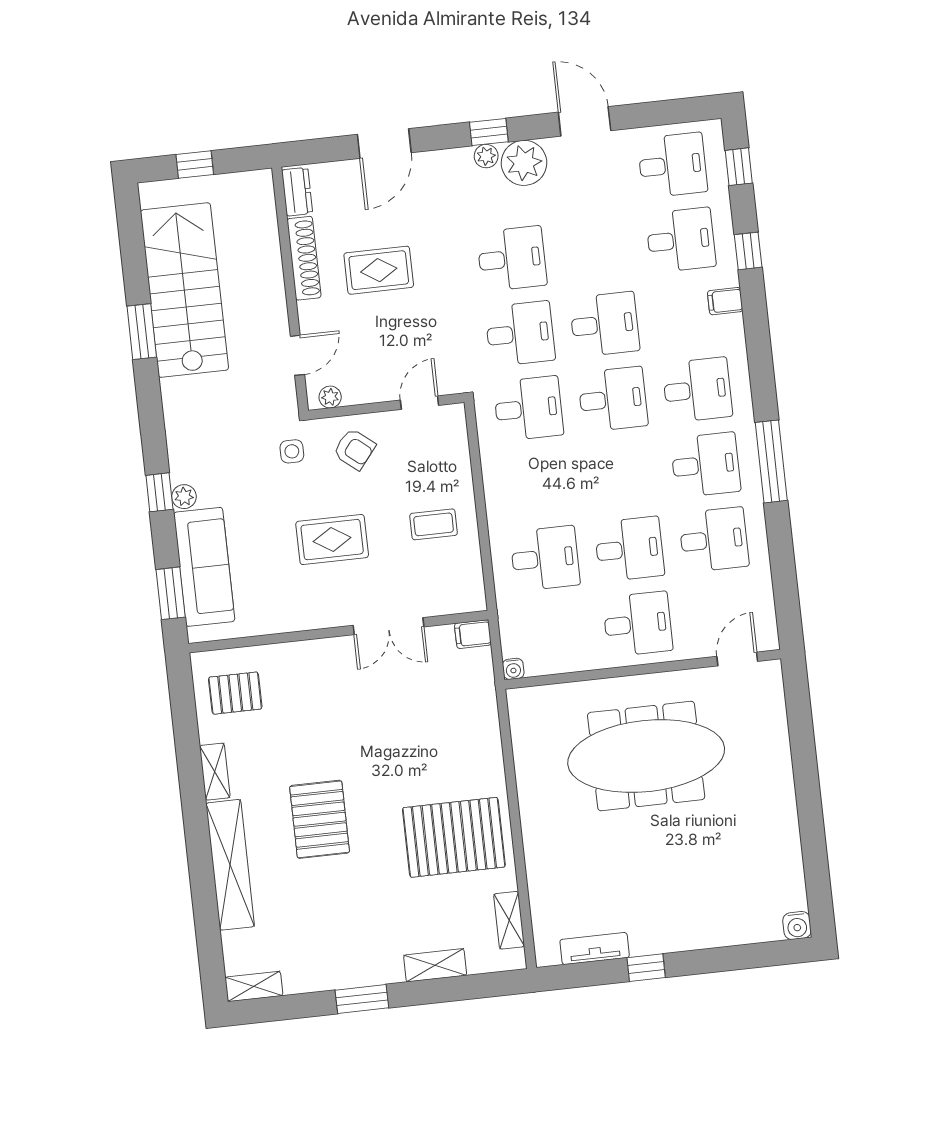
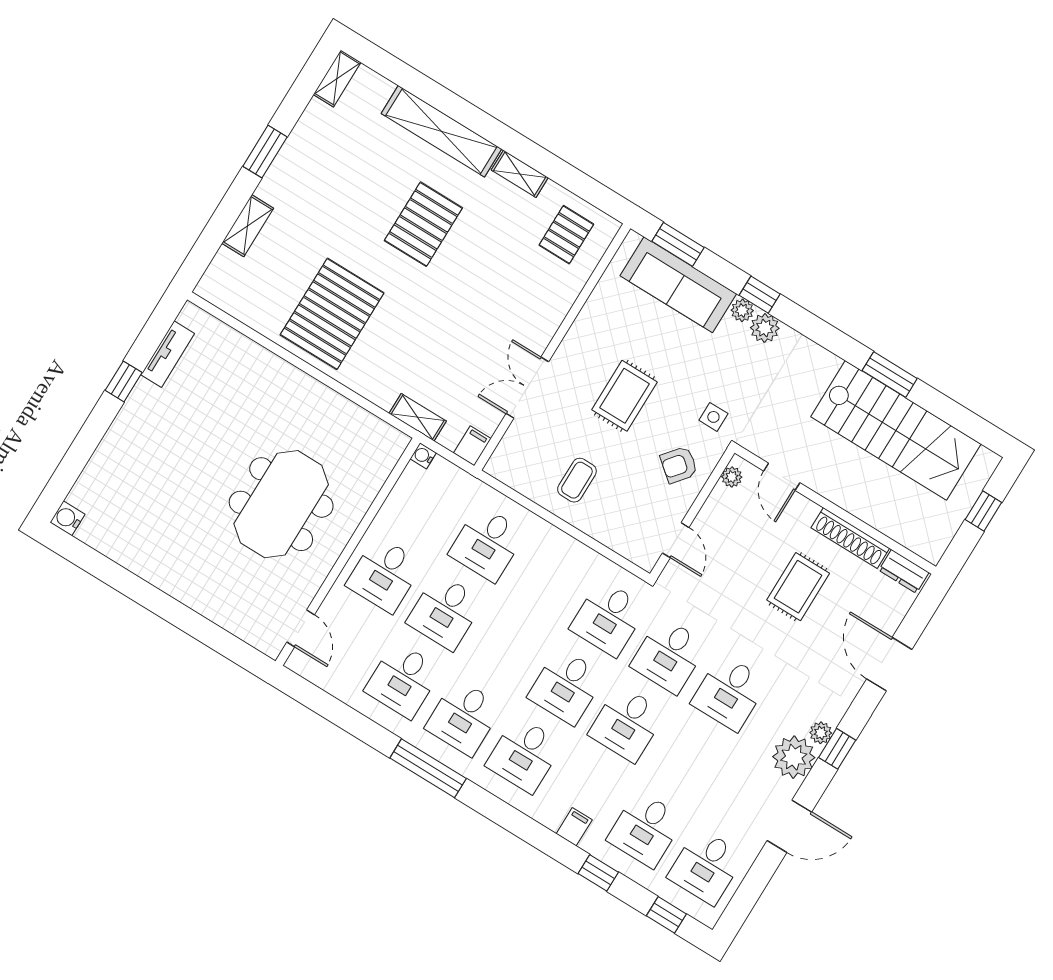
plant: (184, 466) -> (765, 328), added
meeting table: (646, 756) -> (281, 504), width x0.73
pallet: (320, 819) -> (423, 224), turned 90
shelving: (509, 920) -> (418, 417), moved

